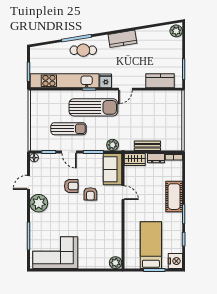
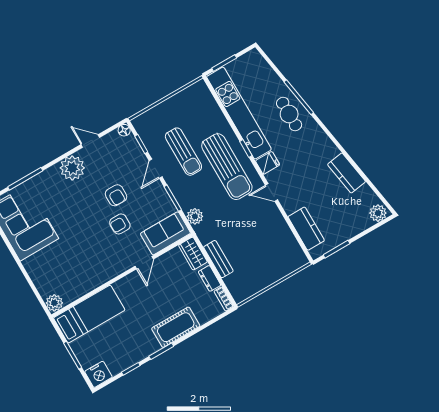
kitchen counter: (122, 39) -> (346, 173), moved
bed: (151, 245) -> (89, 314), moved

